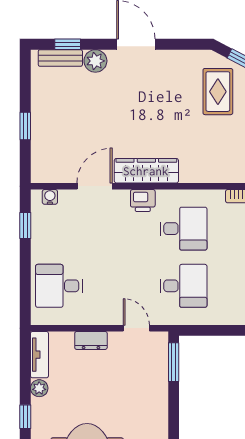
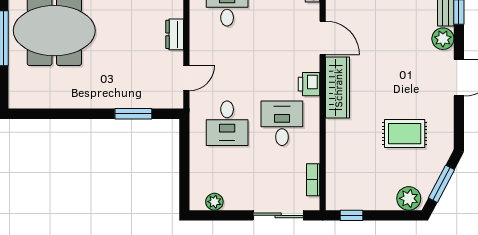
rug: (218, 92) -> (405, 134), moved
desk: (184, 229) -> (282, 123), turned 180
window: (174, 362) -> (133, 114), moved

